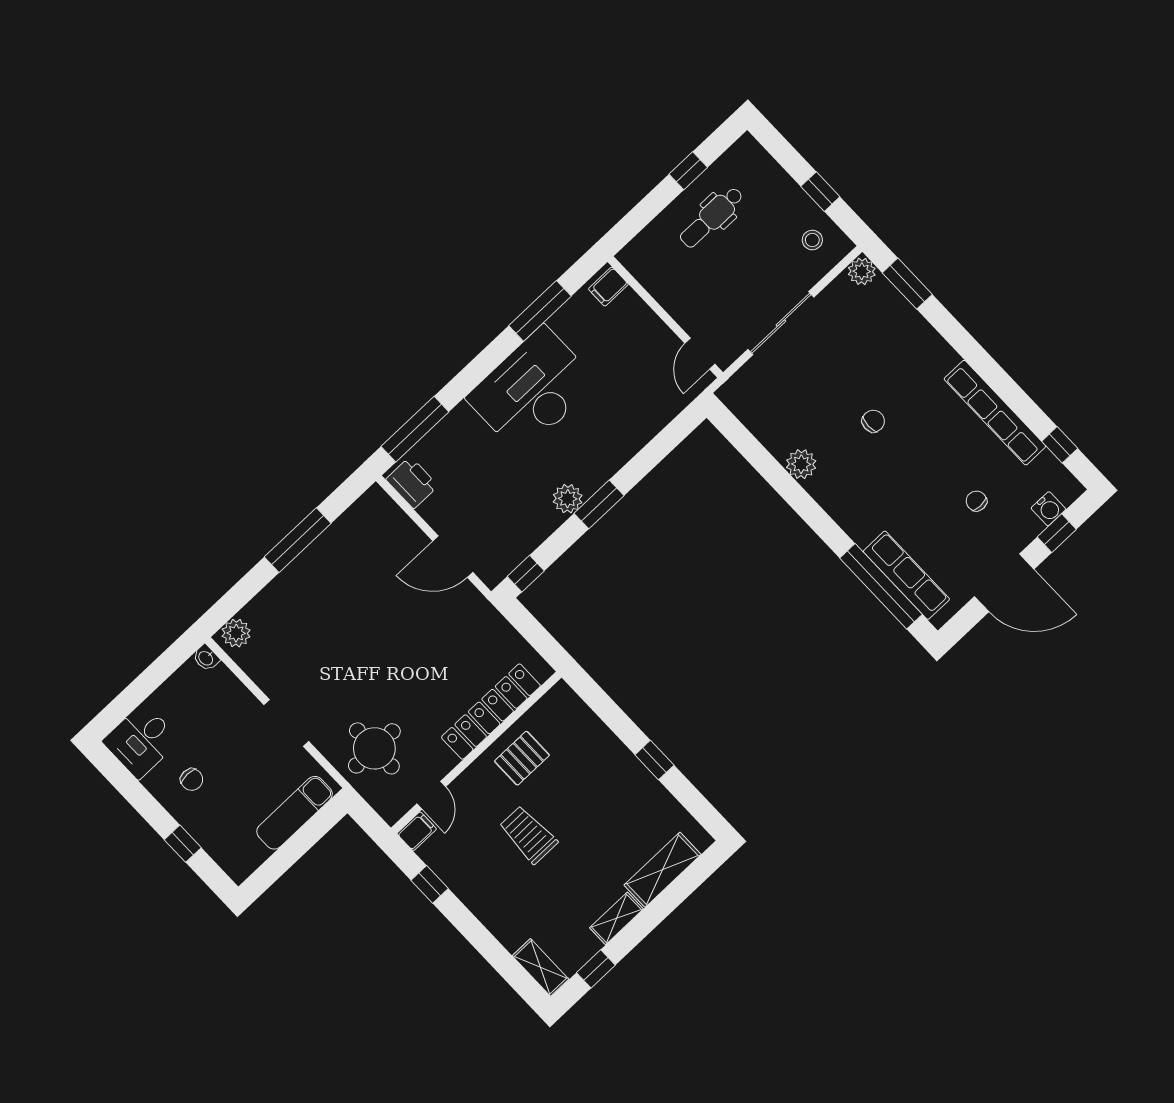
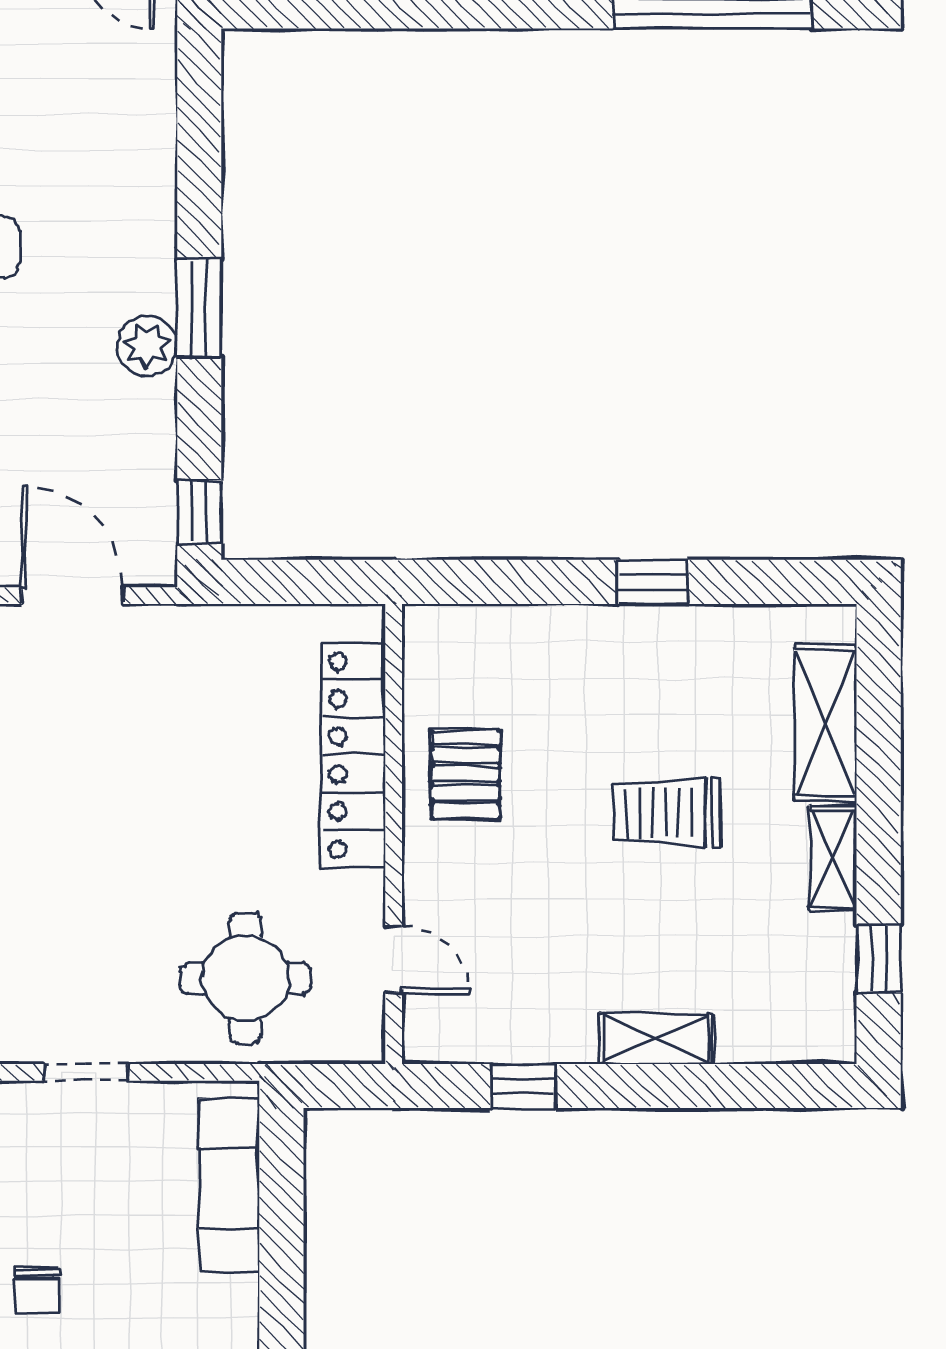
door: (453, 557) -> (72, 596), swing flipped
doorway: (286, 723) -> (86, 1072), width x0.73
chair: (192, 780) -> (37, 1290), turned 90
filing cabinet: (417, 831) -> (427, 1031), removed
trolley: (528, 835) -> (667, 813), moved
shelving: (540, 967) -> (656, 1039), moved

